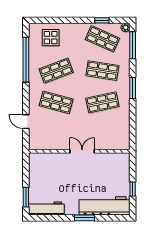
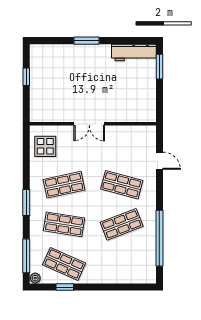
display table: (51, 38) -> (45, 146), moved
workbench: (105, 206) -> (61, 56), removed

